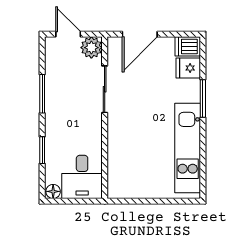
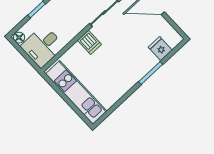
dishwasher: (188, 46) -> (89, 42), moved, turned 180
kitchen unit: (188, 148) -> (76, 92), moved, turned 90

